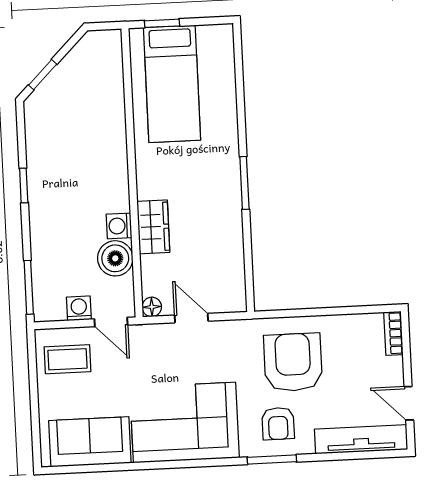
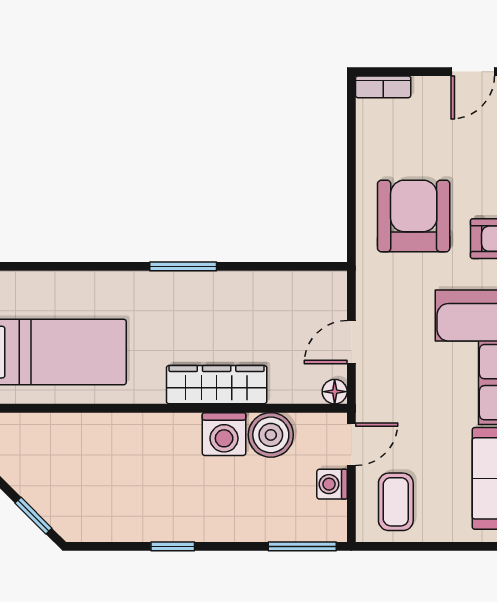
washing machine: (119, 226) -> (224, 434), width x1.38, depth x1.38
wardrobe: (153, 227) -> (217, 385), width x1.50
armchair: (293, 362) -> (414, 216), turned 90

